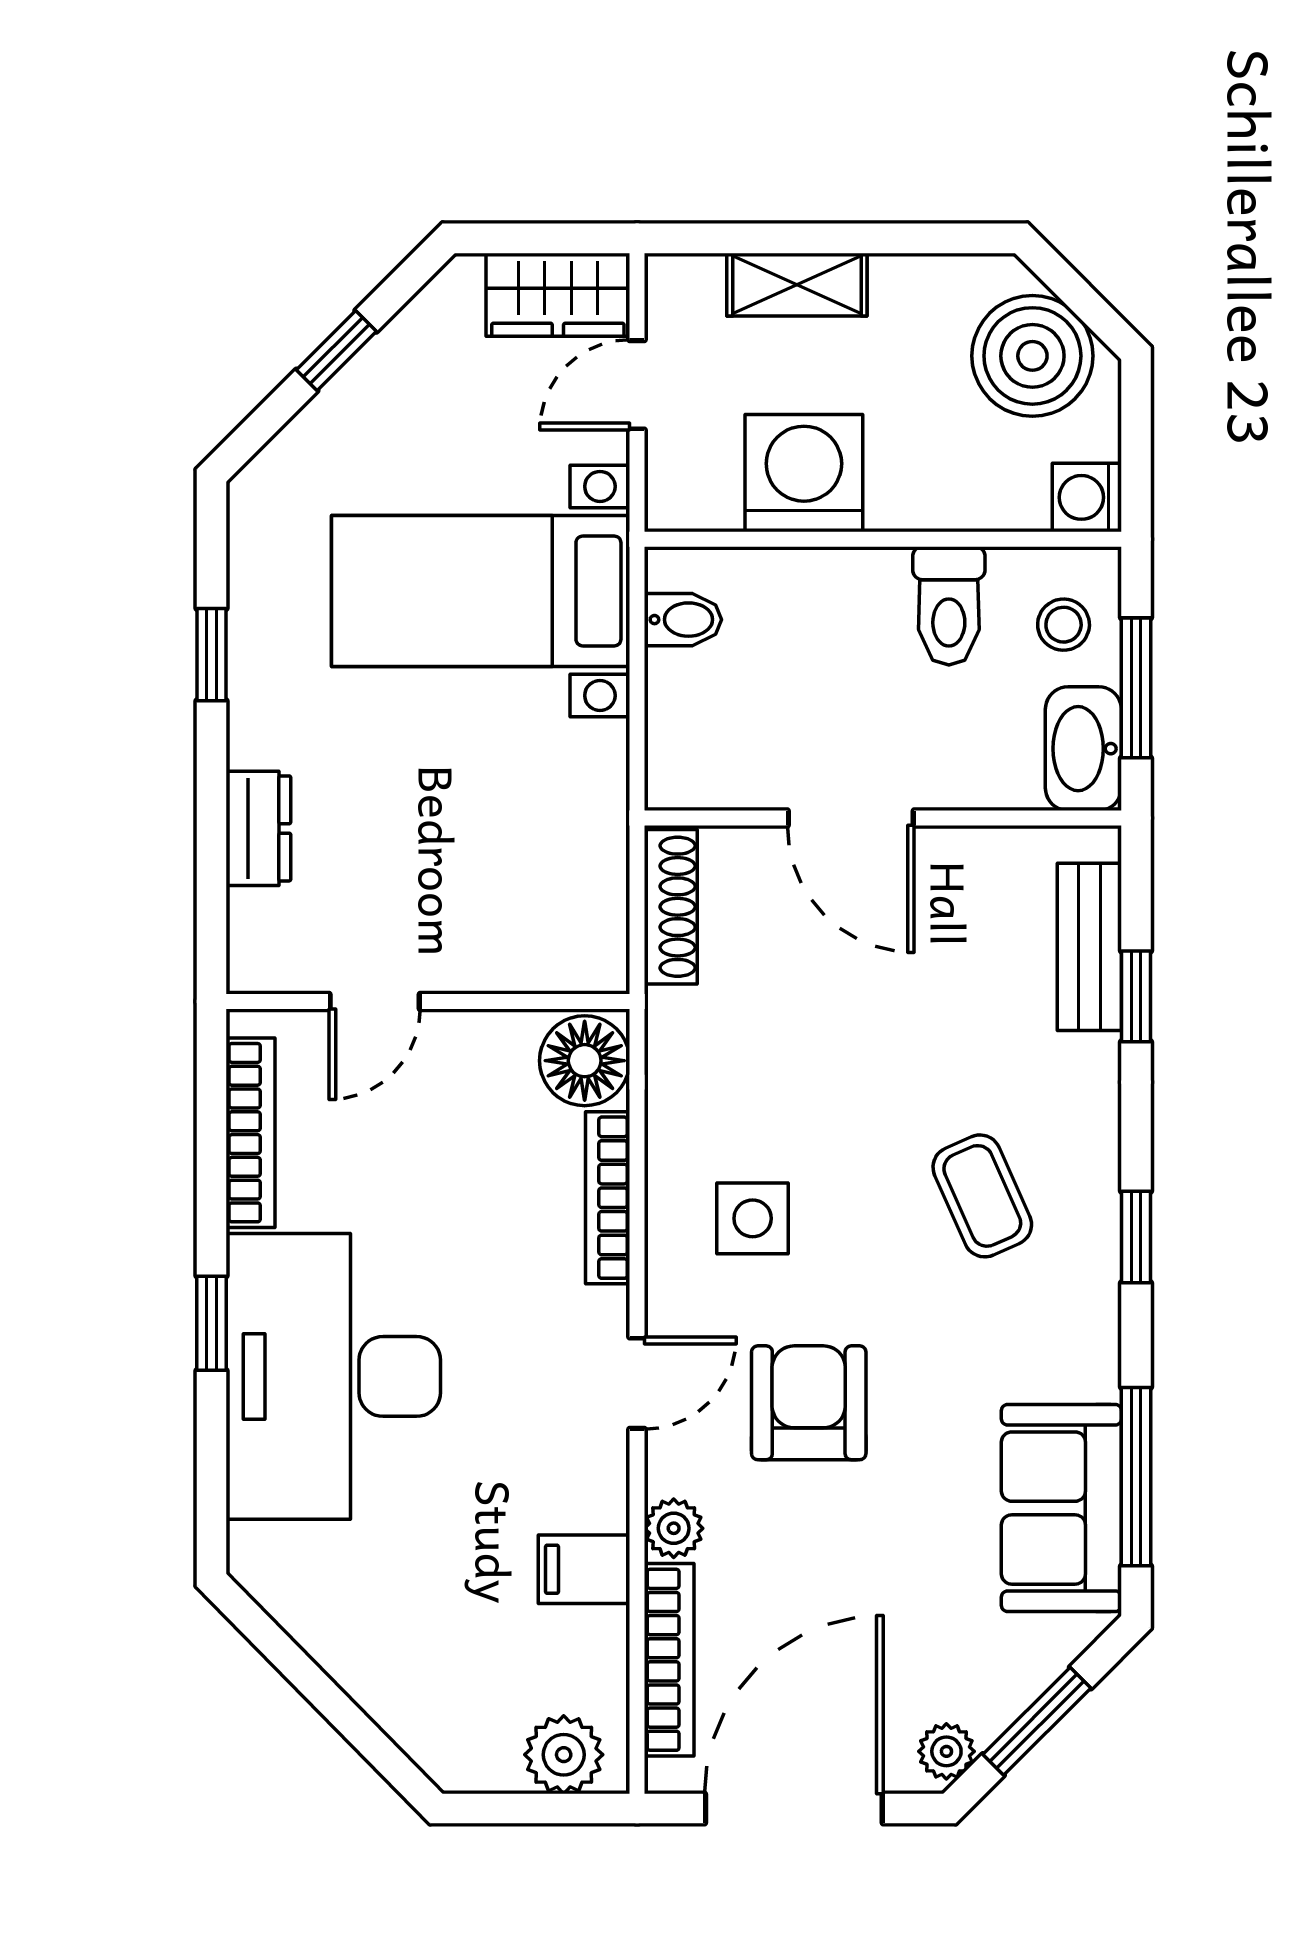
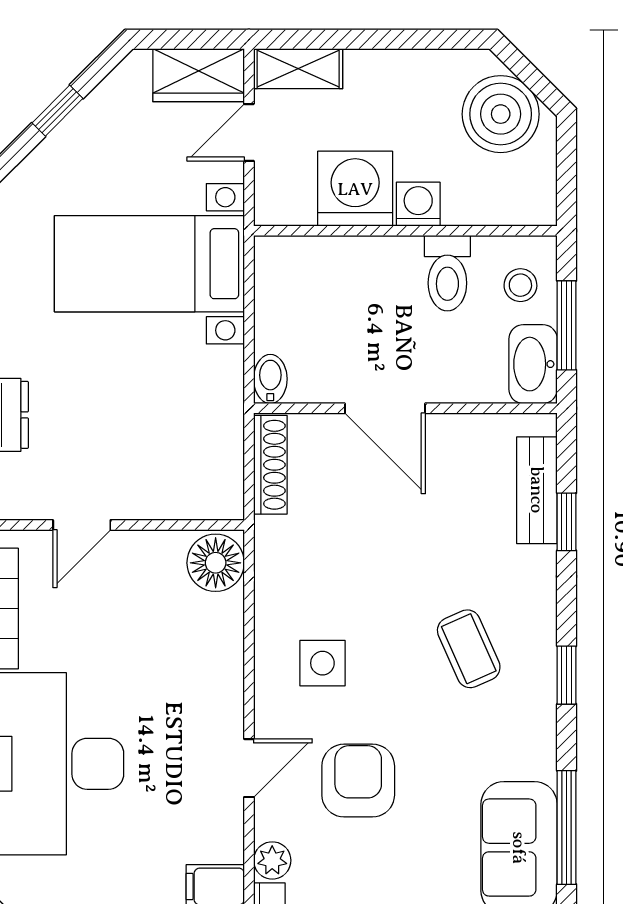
shelving: (797, 285) -> (298, 69), moved
washing machine: (1087, 497) -> (418, 204), moved, turned 90
bidet: (683, 620) -> (270, 379), moved, turned -90
bookcase: (608, 1198) -> (230, 650), removed

